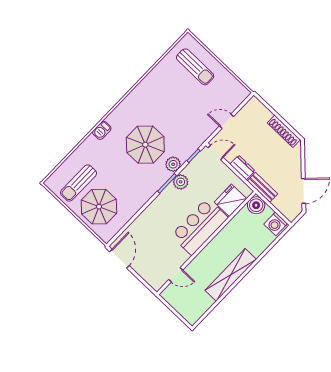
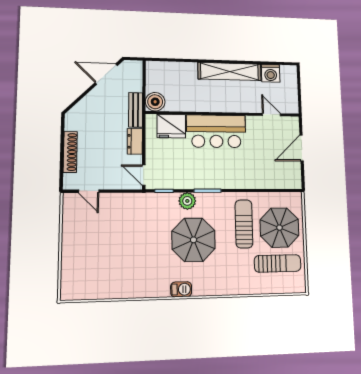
sun lounger: (195, 67) -> (244, 224), moved
door: (226, 121) -> (89, 191), moved
barbecue: (102, 130) -> (181, 289), moved
shoe rack: (284, 131) -> (70, 152), moved
plant: (181, 182) -> (196, 181), removed
washing machine: (276, 224) -> (271, 73), moved, turned 90
door: (119, 259) -> (302, 148), moved

